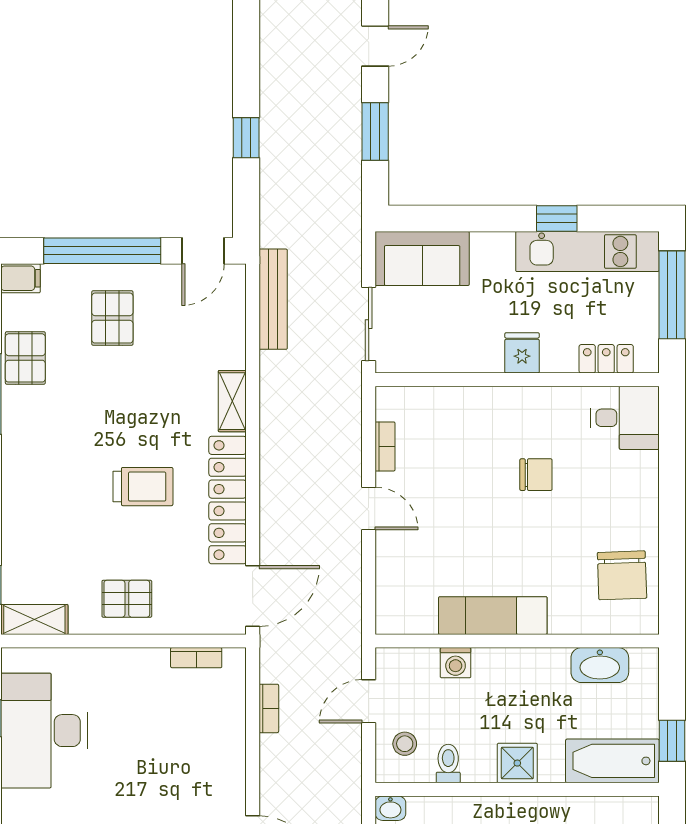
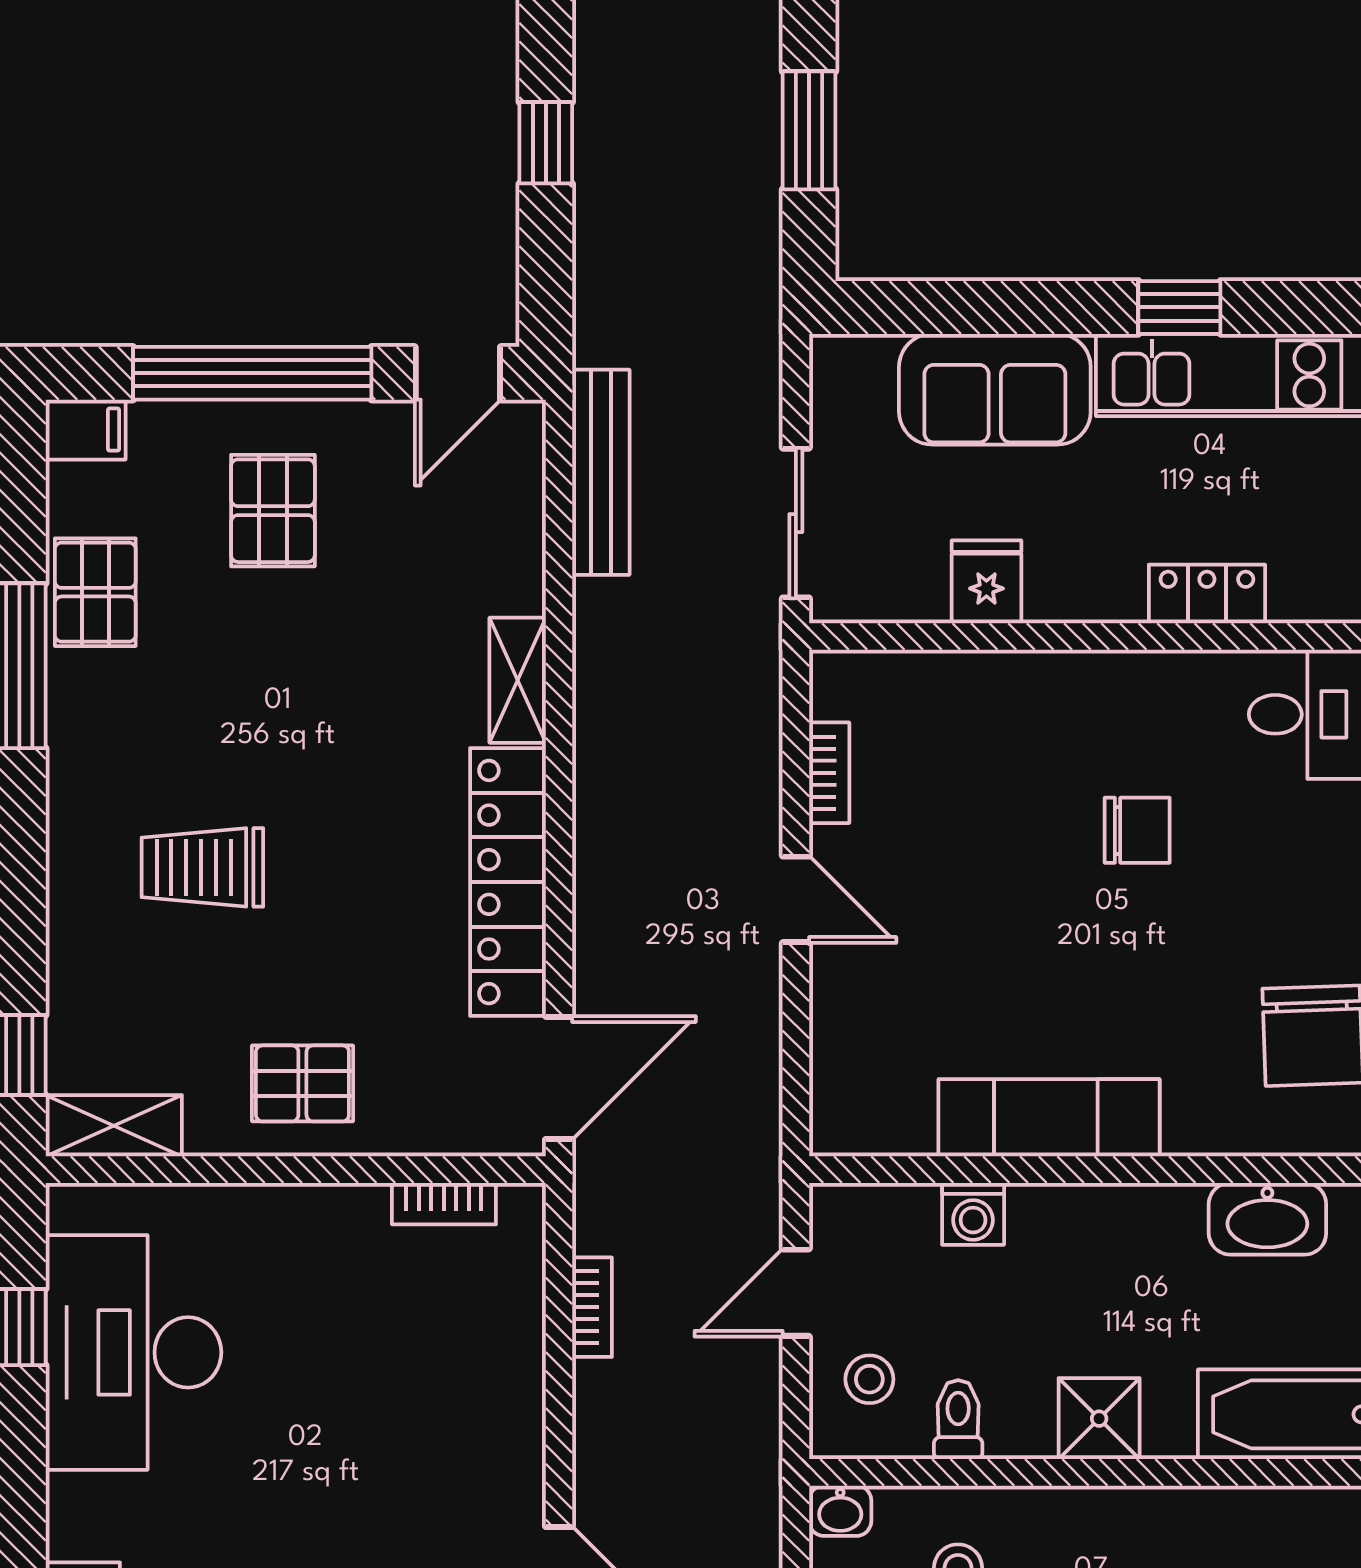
sofa: (422, 258) -> (995, 389), moved
fridge: (522, 353) -> (986, 582), moved
locker: (606, 359) -> (1207, 594), moved
trolley: (143, 487) -> (202, 867), moved, turned 180

